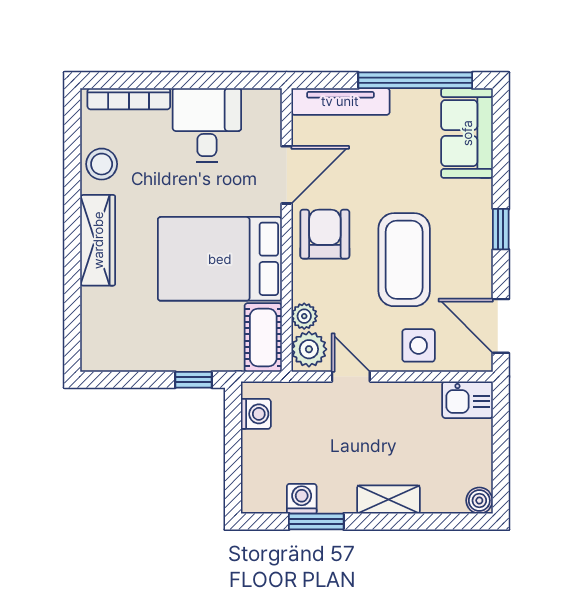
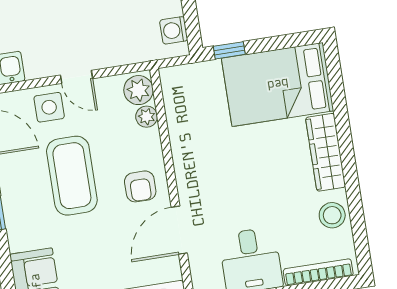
armchair: (325, 234) -> (140, 186), width x0.72, depth x0.72
bed: (220, 259) -> (278, 84), moved, turned 180
cot: (263, 337) -> (177, 94), removed
door: (351, 377) -> (76, 77), moved

